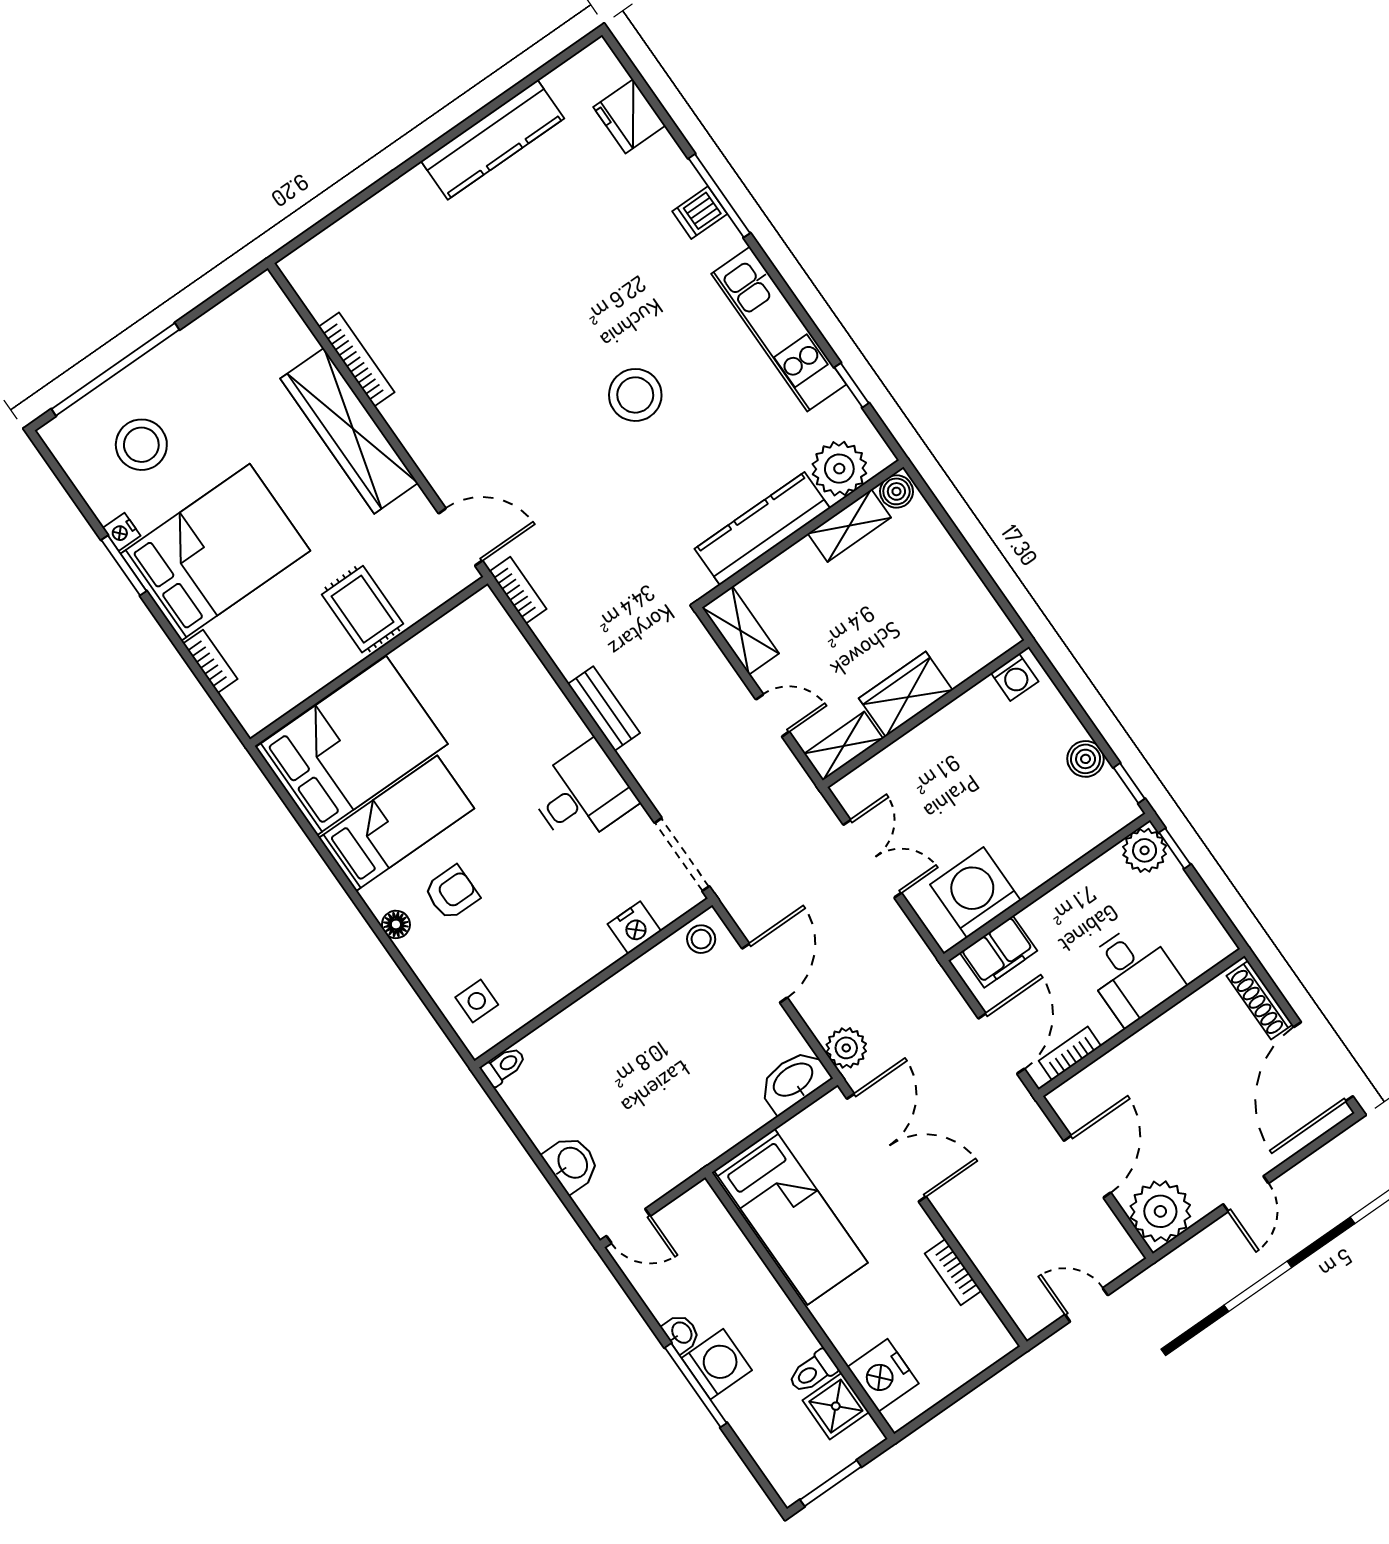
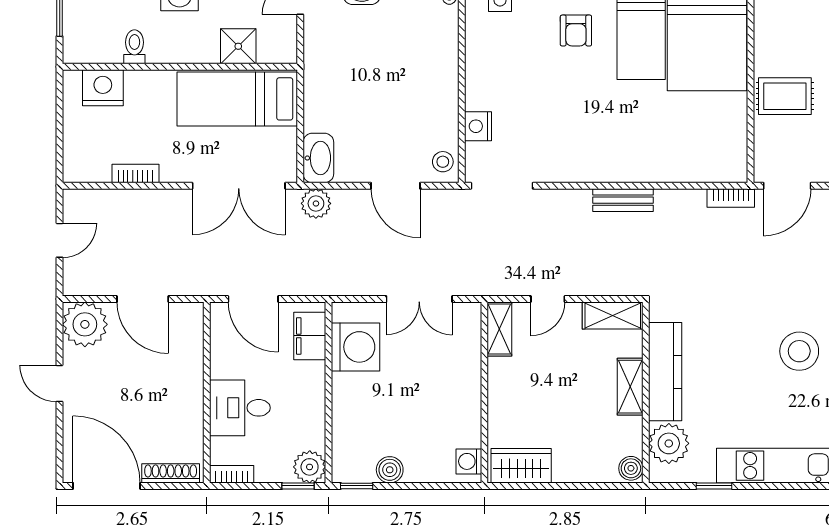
shelving: (849, 526) -> (630, 387), moved
wardrobe: (906, 694) -> (521, 466), moved, turned -90
desk: (582, 794) -> (580, 151), removed
bookcase: (1070, 1053) -> (232, 474), moved, turned -90
shower: (836, 1406) -> (238, 46), moved

